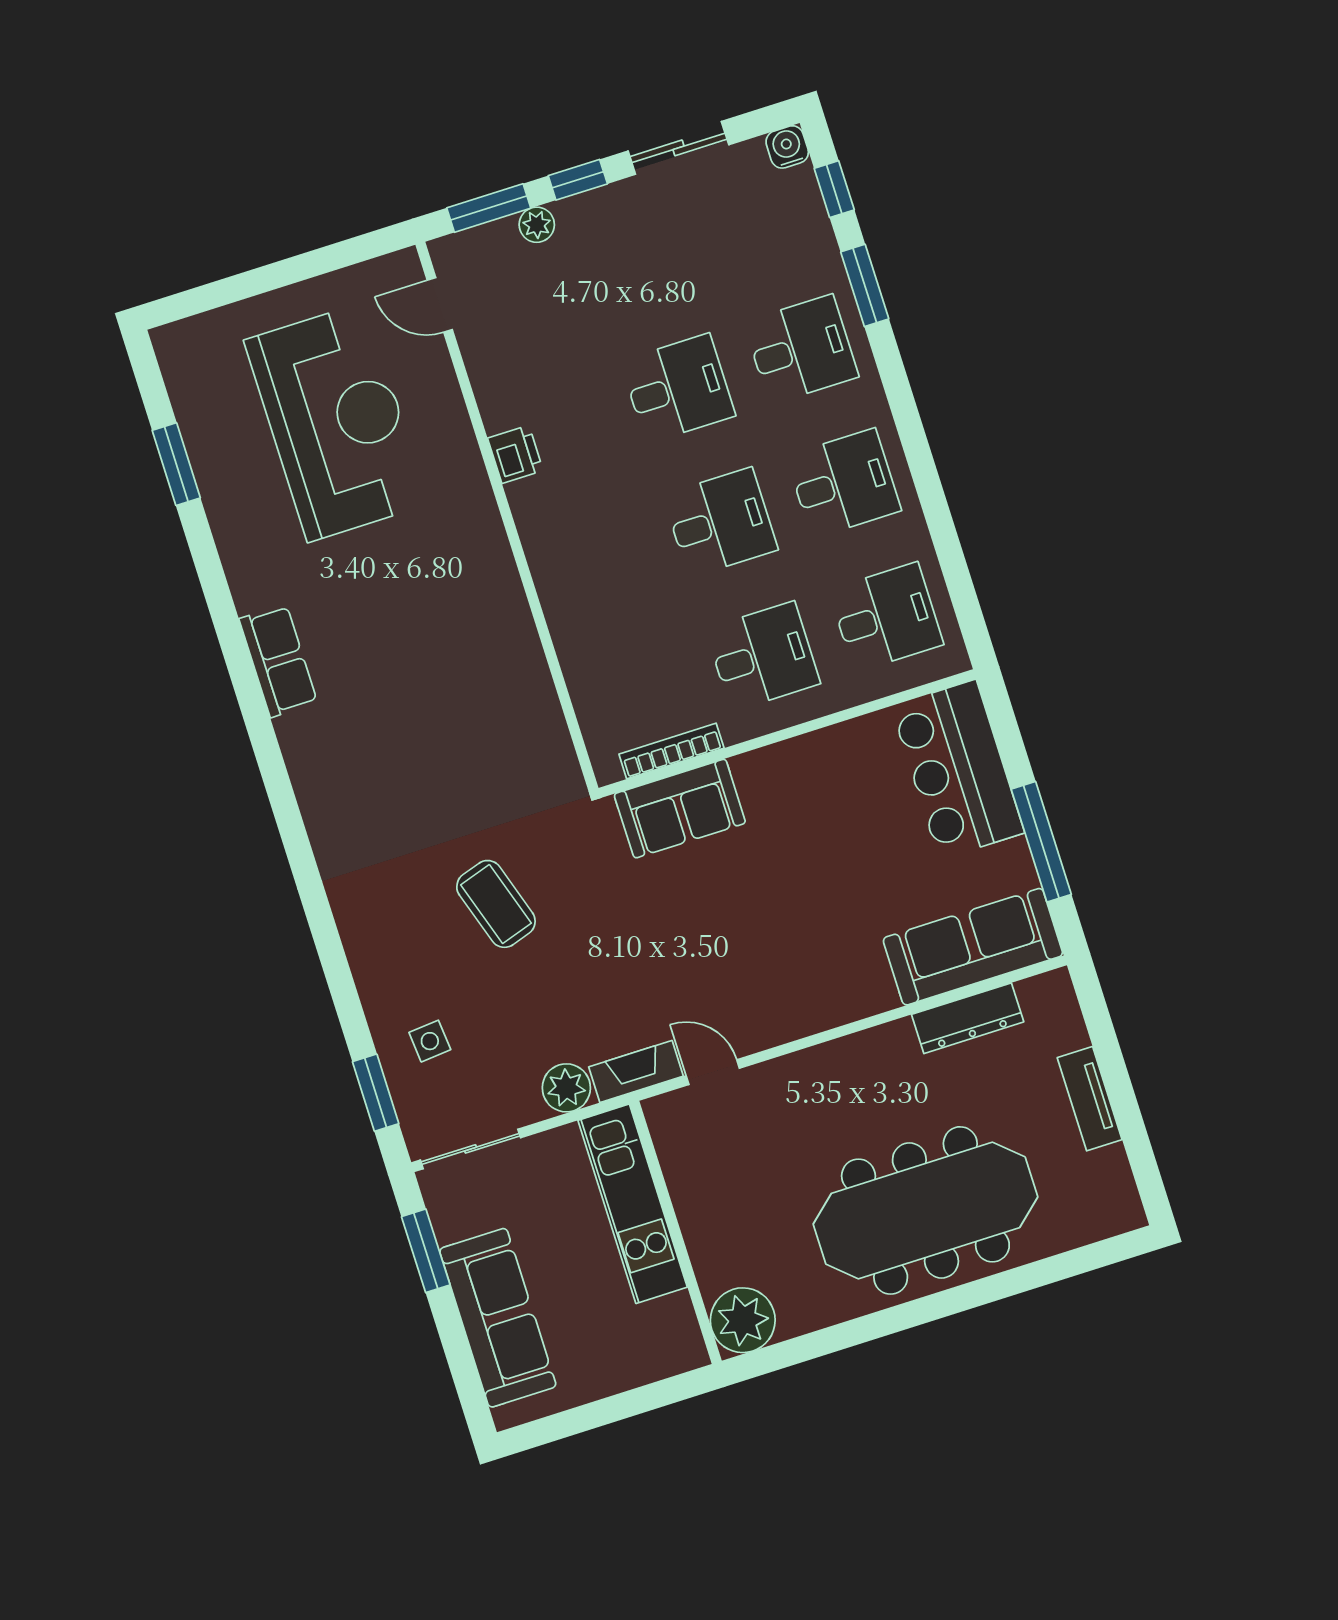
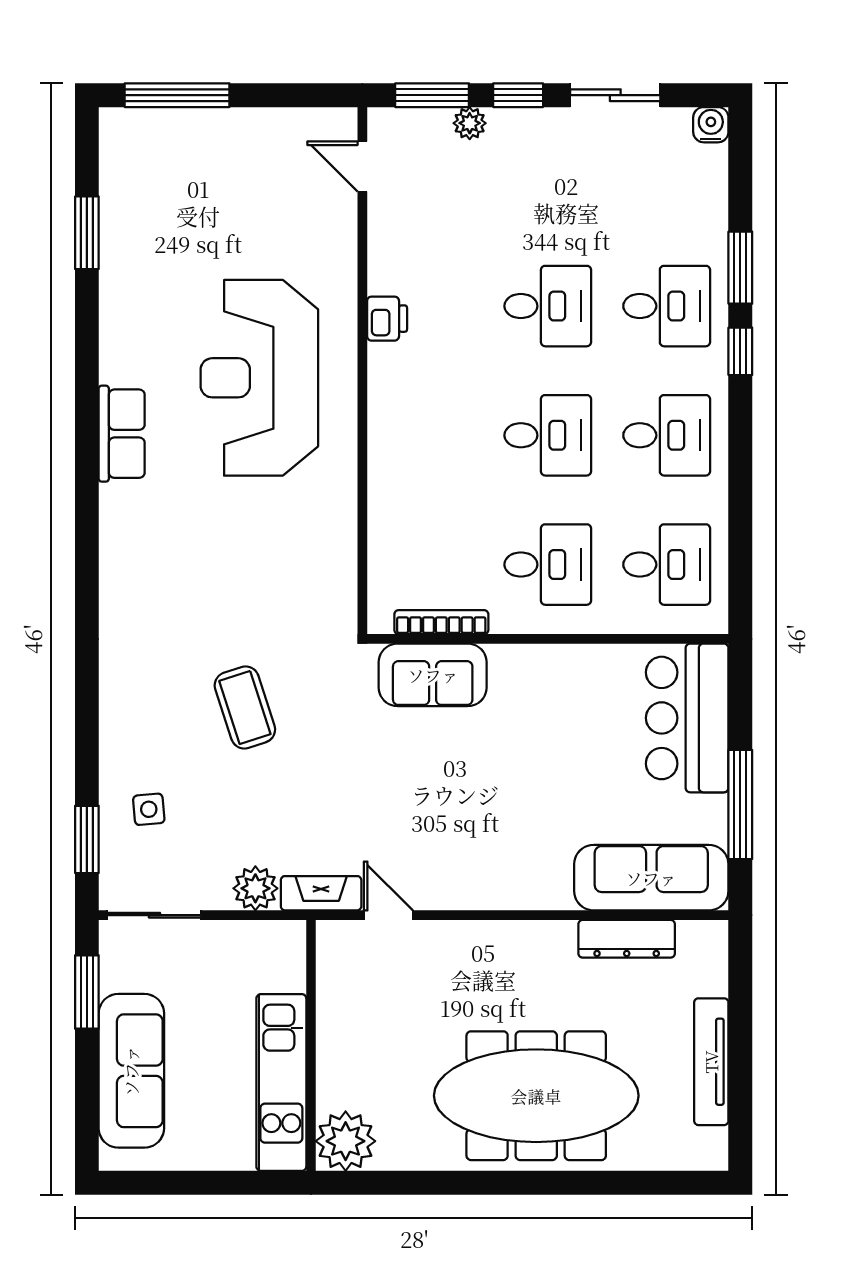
window: (834, 189) -> (740, 351), moved
window: (224, 292) -> (177, 95), added
reception desk: (336, 422) -> (259, 378), moved, turned 180
tv unit: (1090, 1099) -> (711, 1062), width x1.41
kitchen unit: (633, 1204) -> (281, 1082), moved

